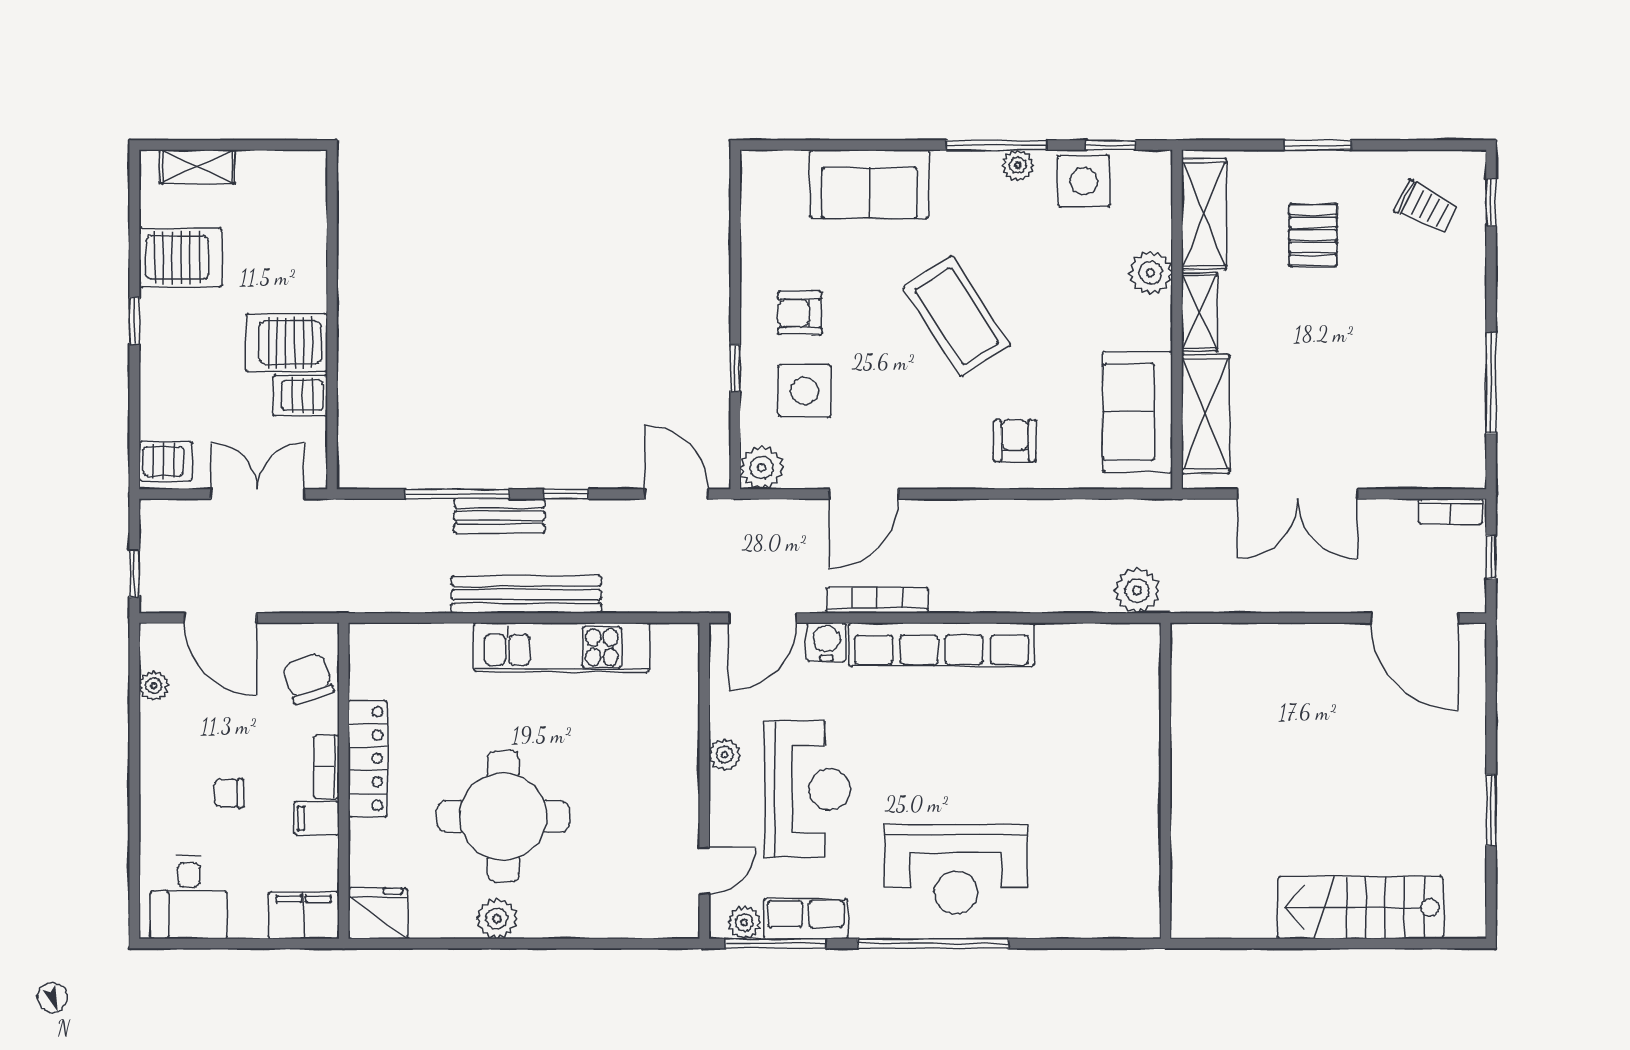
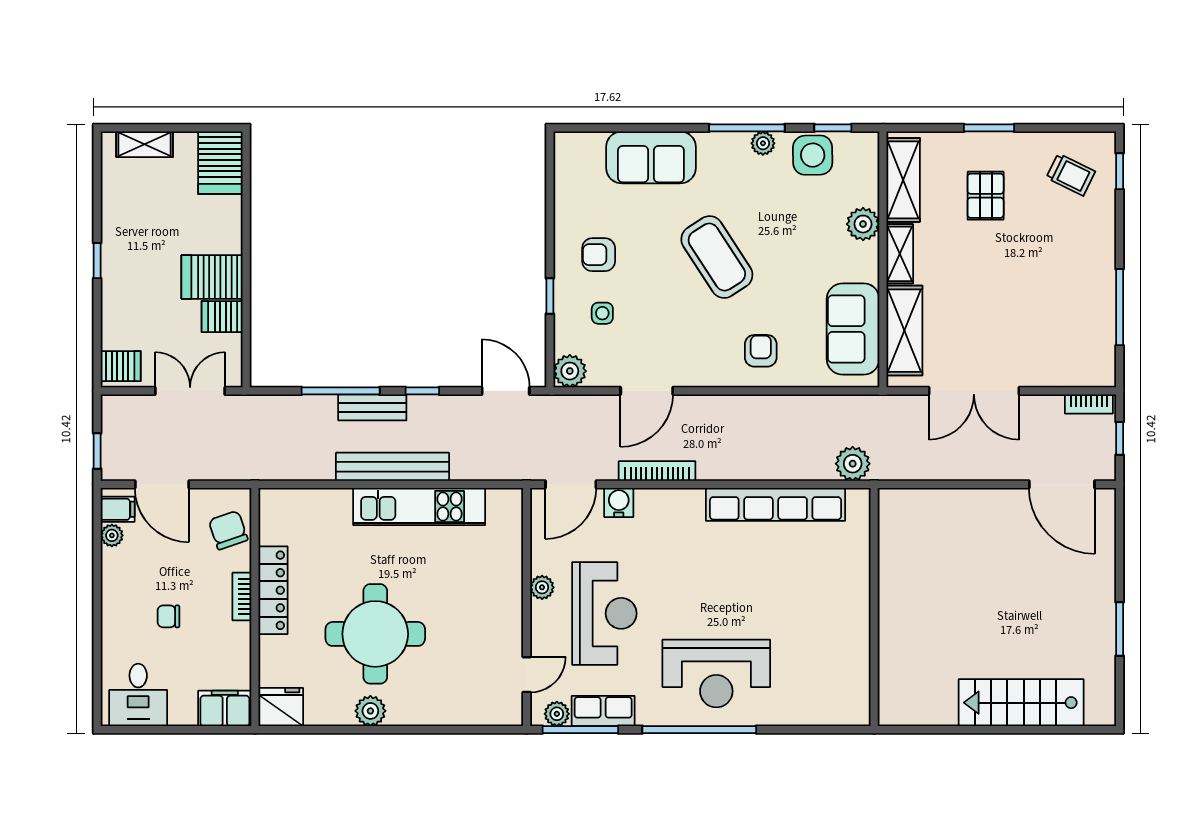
server rack: (180, 258) -> (220, 163), moved, turned 90
side table: (805, 391) -> (602, 313), width x0.54, depth x0.54
row of seats: (941, 645) -> (776, 504), moved
filing cabinet: (317, 818) -> (118, 509), moved, turned 180

